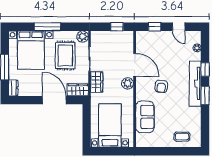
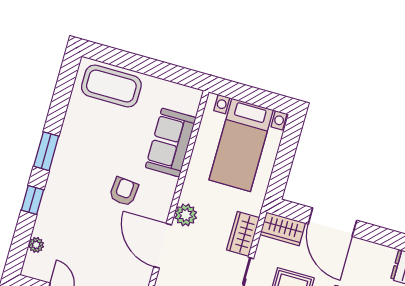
tv unit: (195, 84) -> (59, 179), removed
coffee table: (182, 137) -> (111, 86), width x1.86, depth x1.72

